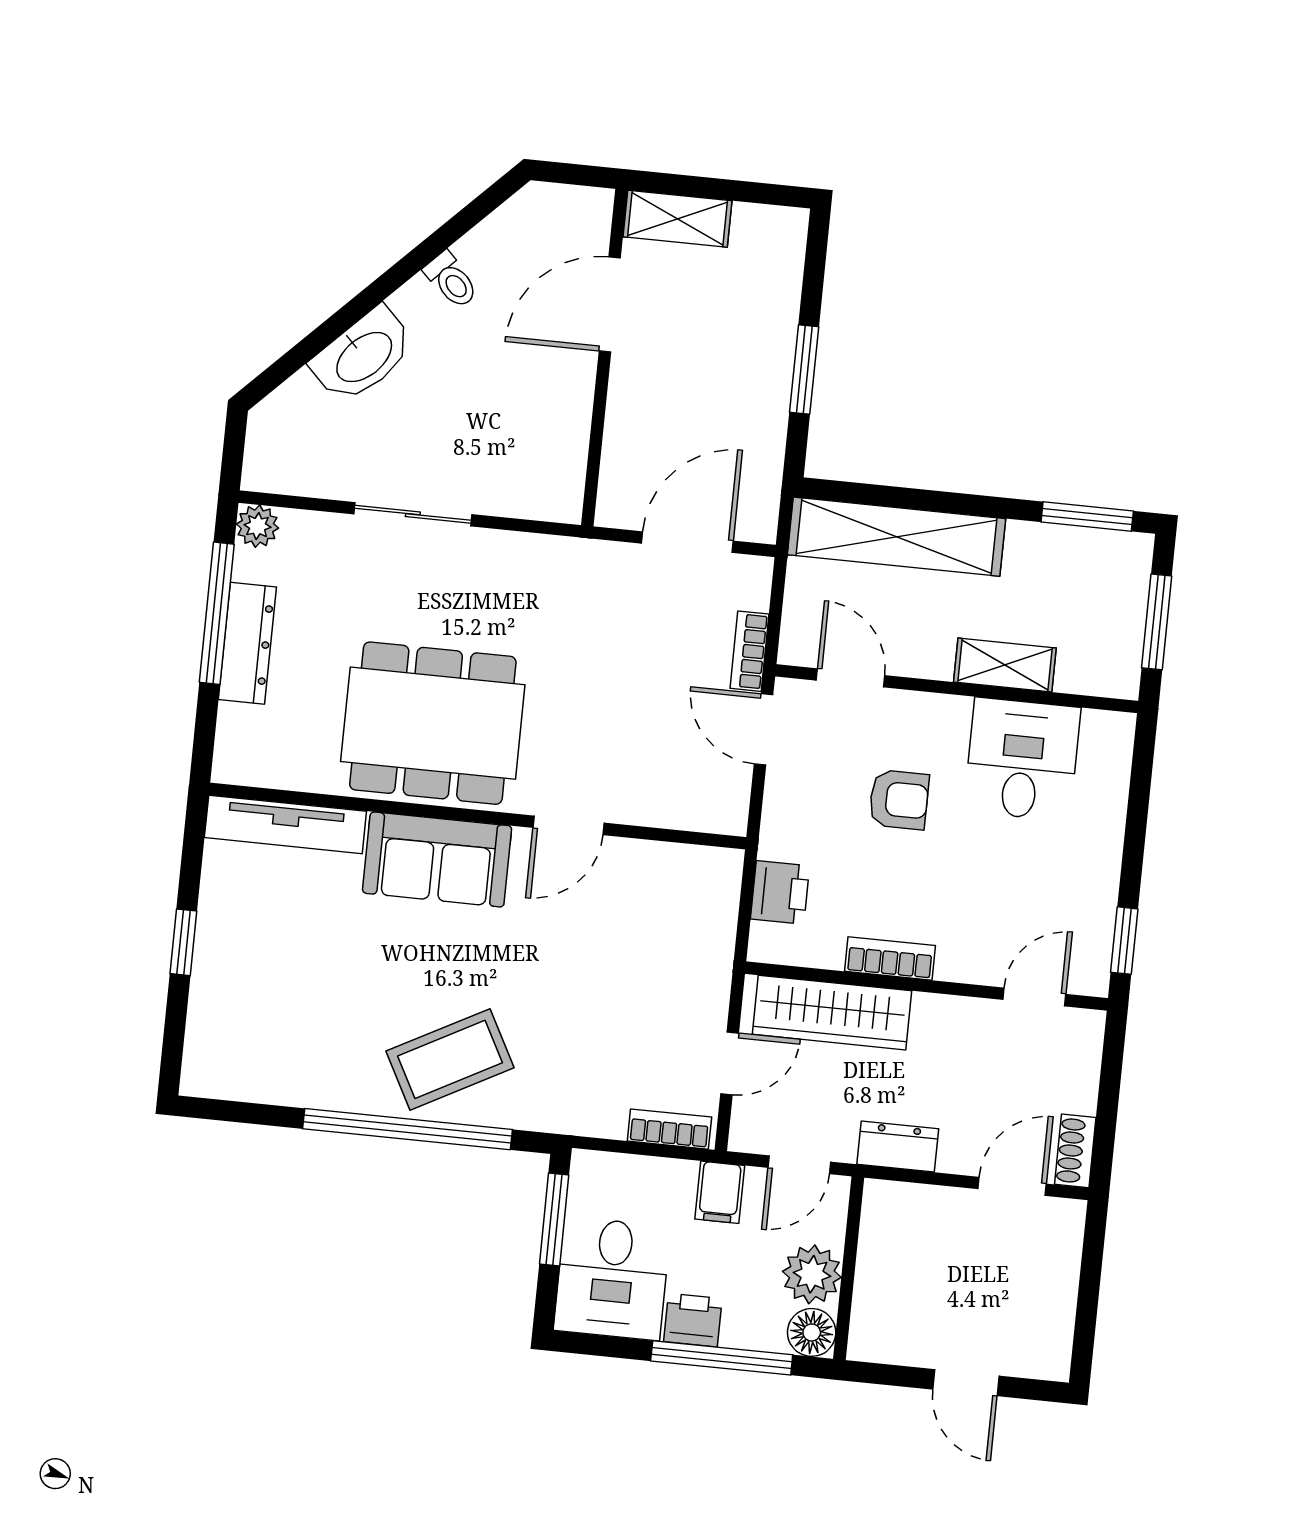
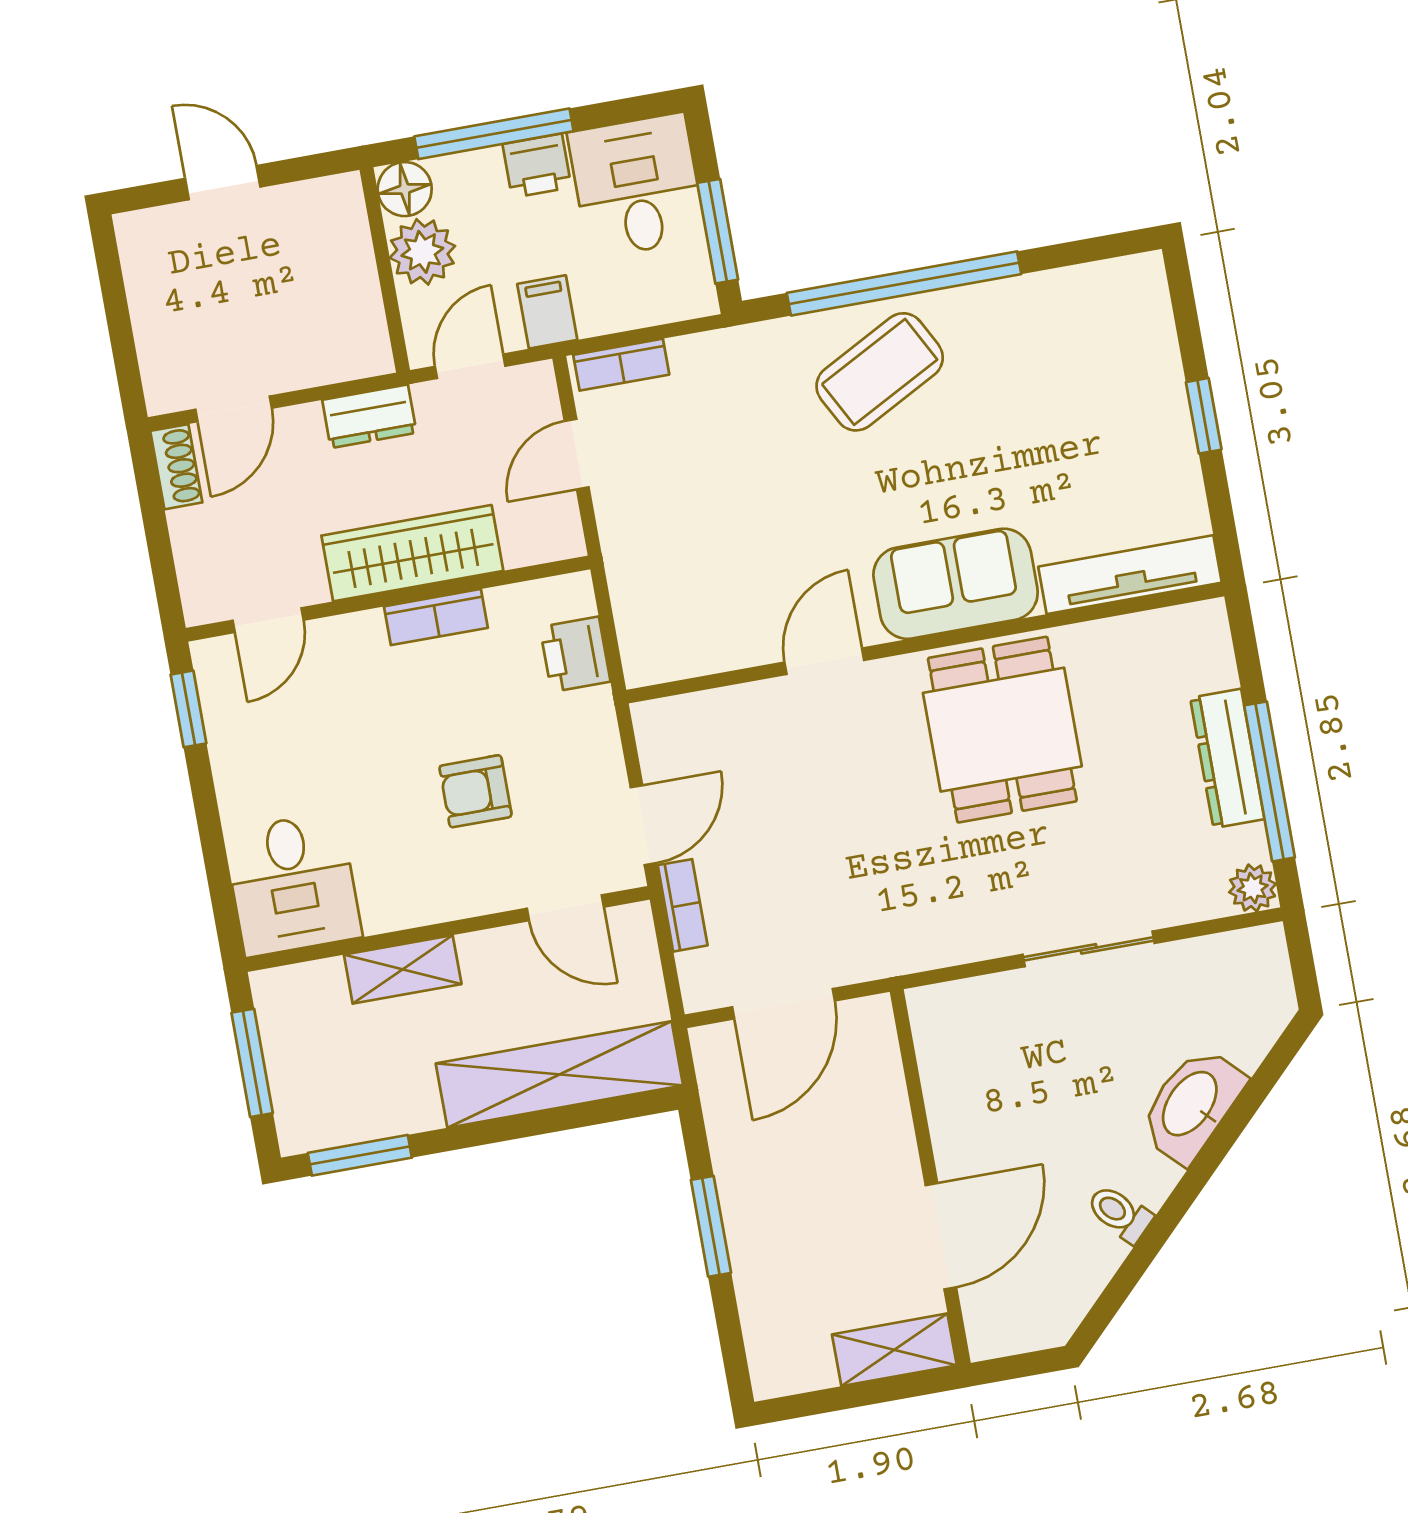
dining table: (433, 723) -> (1002, 730), width x0.73
door: (763, 729) -> (643, 825), hinge flipped
desk: (1022, 759) -> (293, 884), moved
wardrobe: (832, 1013) -> (412, 553), moved

